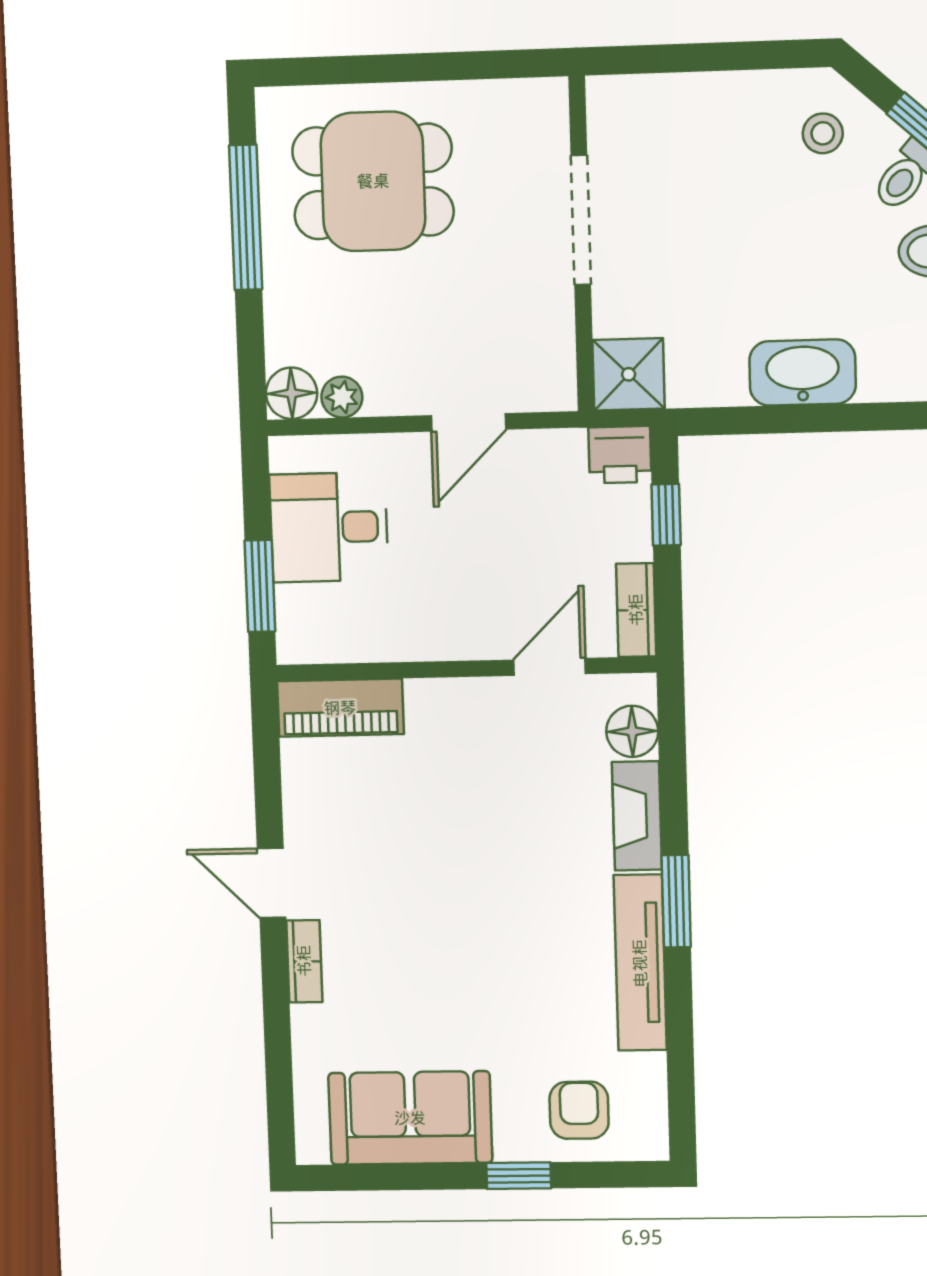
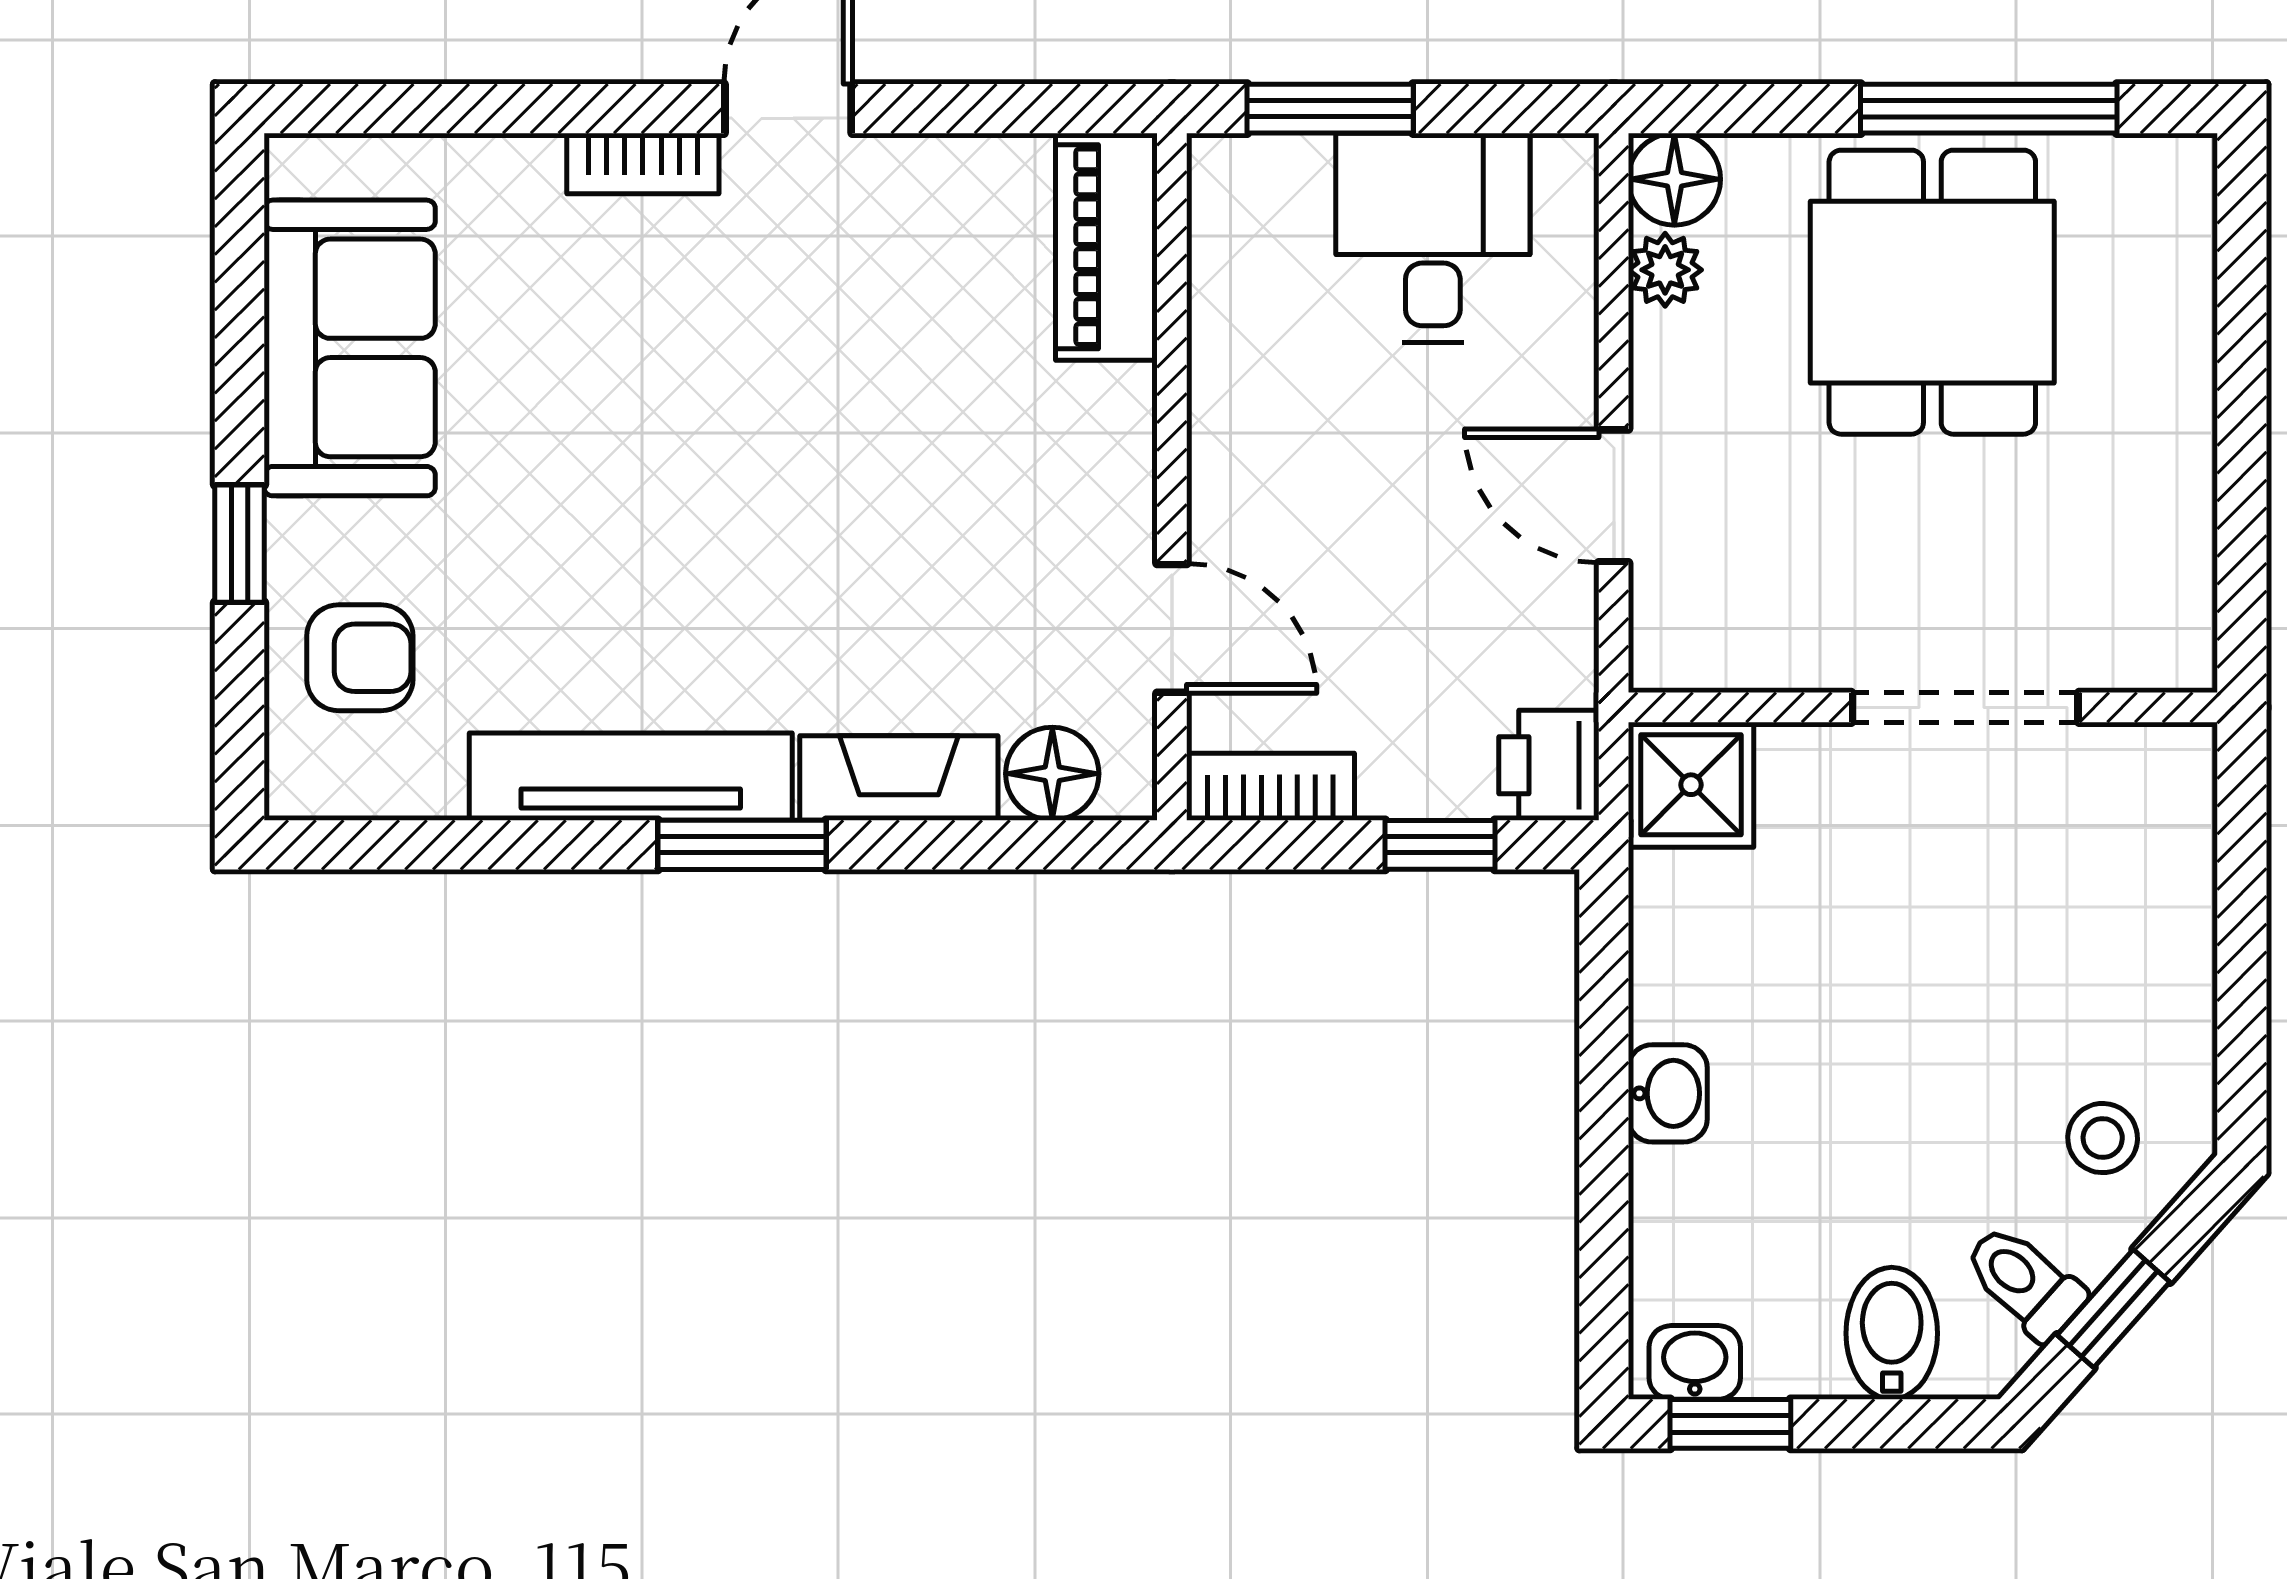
dining table: (373, 181) -> (1932, 292), moved
washbasin: (803, 372) -> (1668, 1093), width x0.52, depth x0.69

